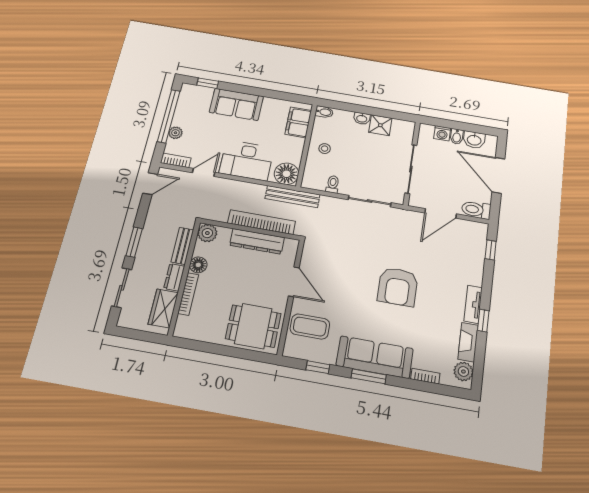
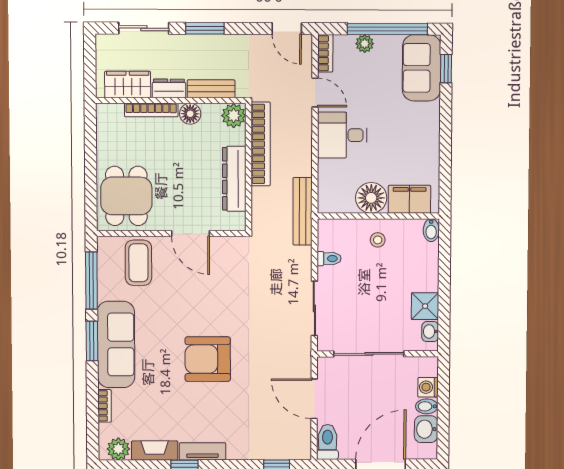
sofa: (236, 104) -> (422, 68), moved
washbasin: (362, 118) -> (430, 332), moved
desk: (247, 160) -> (342, 135), width x0.73
floor lamp: (286, 174) -> (371, 198), moved
bookcase: (261, 222) -> (261, 144), moved
door: (294, 282) -> (191, 234), hinge flipped
window: (318, 367) -> (91, 281), width x2.17

